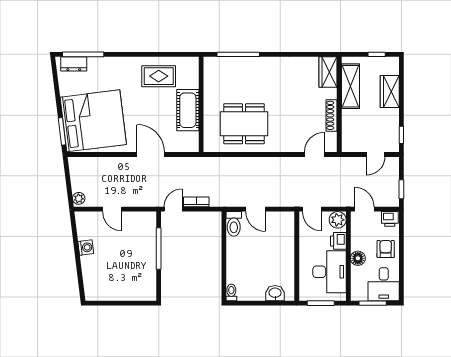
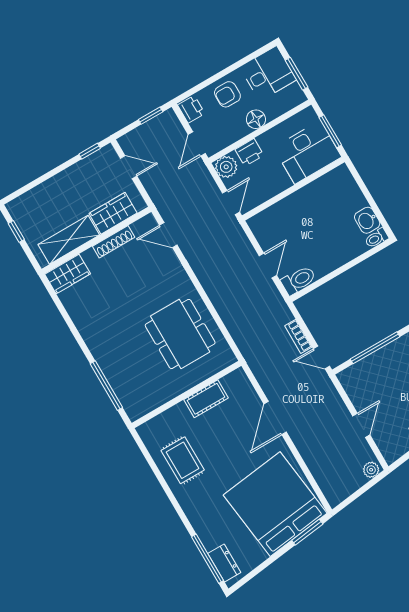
wardrobe: (390, 92) -> (113, 213), moved, turned 180
cot: (188, 110) -> (206, 399), width x0.73, depth x0.75
desk: (329, 272) -> (308, 152), moved, turned 180
washbasin: (275, 293) -> (367, 220), moved

